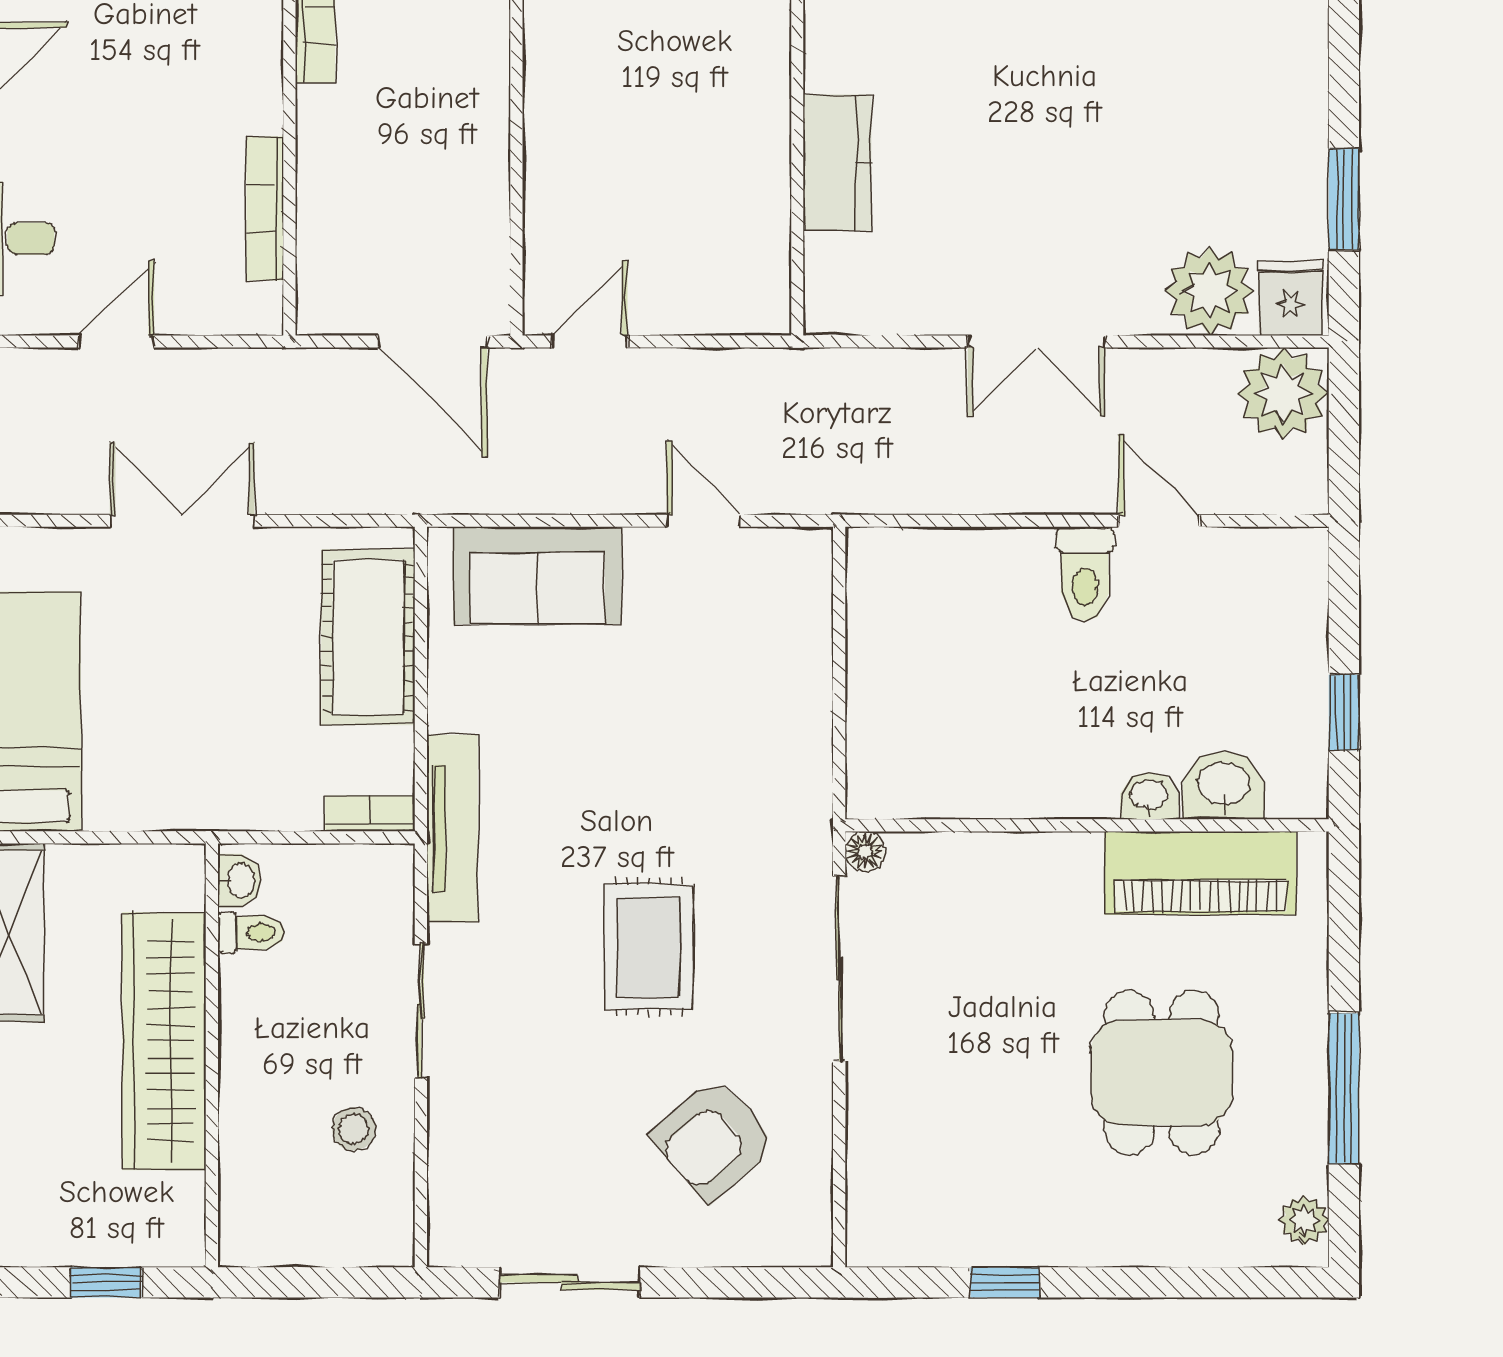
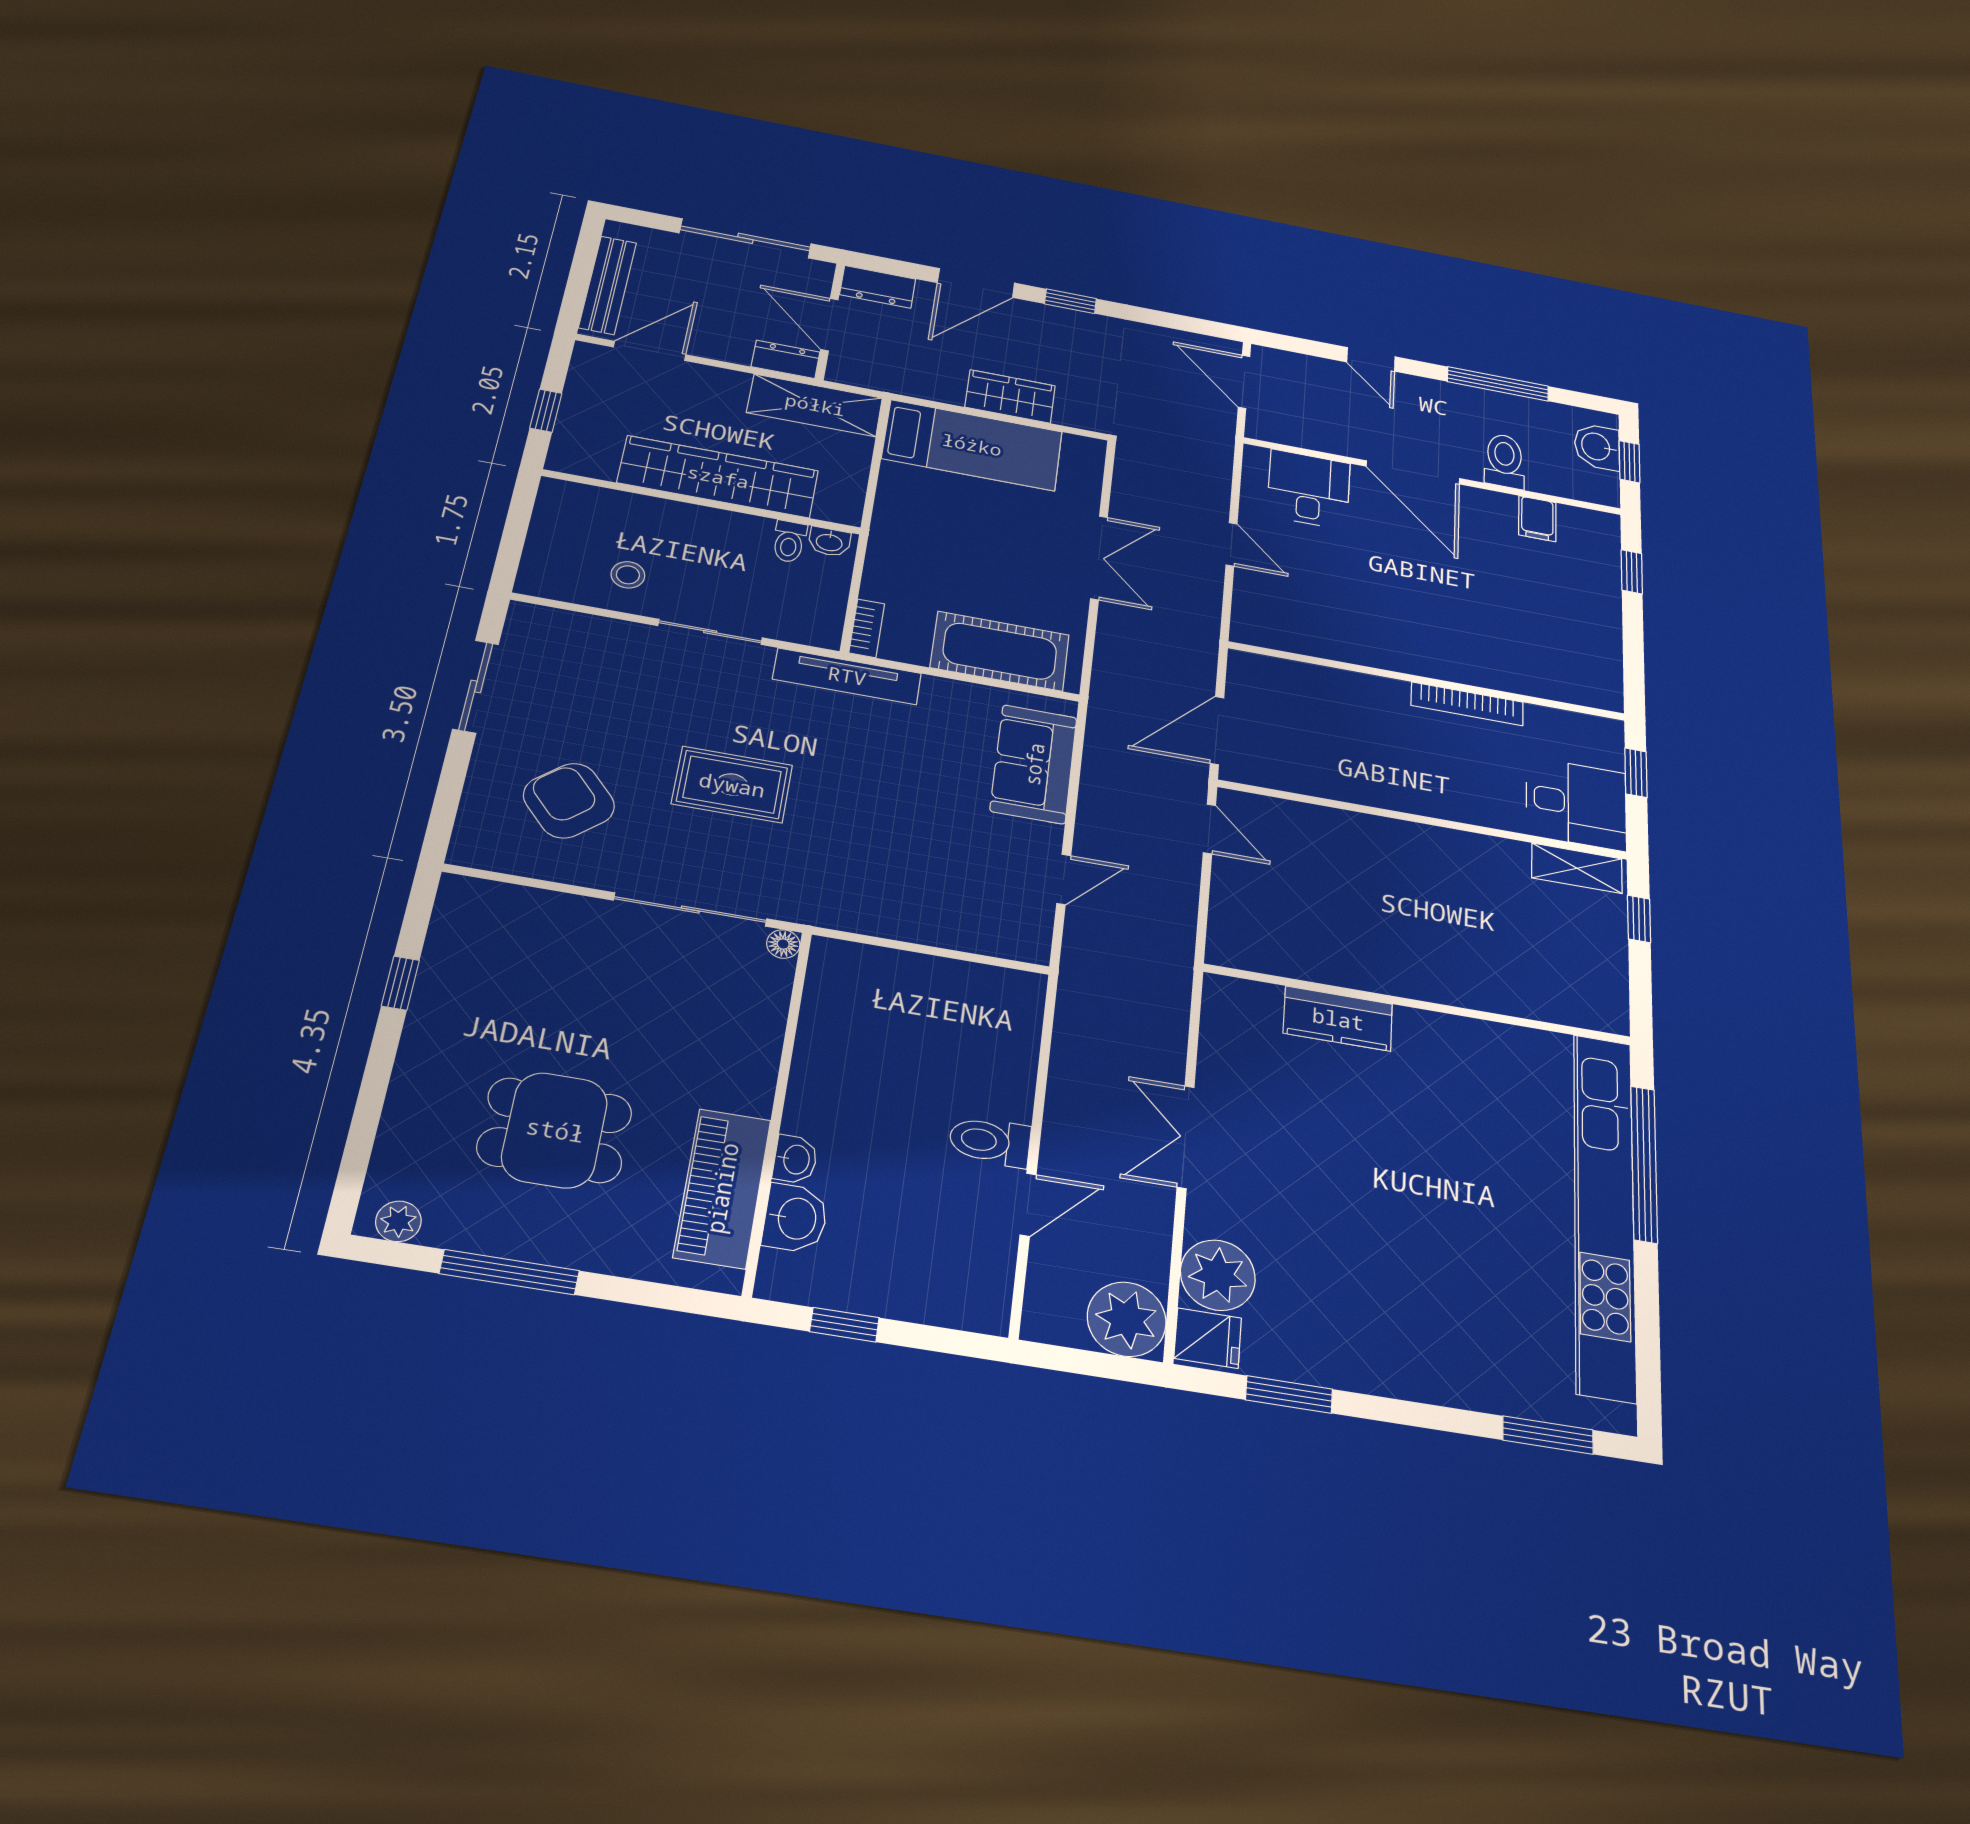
bookcase: (265, 208) -> (1322, 647), removed

